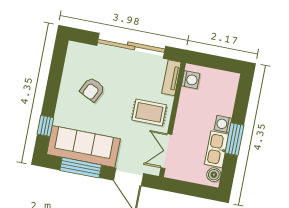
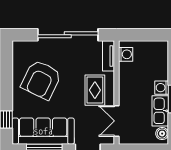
armchair: (92, 90) -> (41, 80), width x1.88, depth x1.88
rug: (149, 112) -> (95, 90), turned 90

